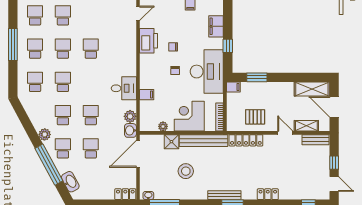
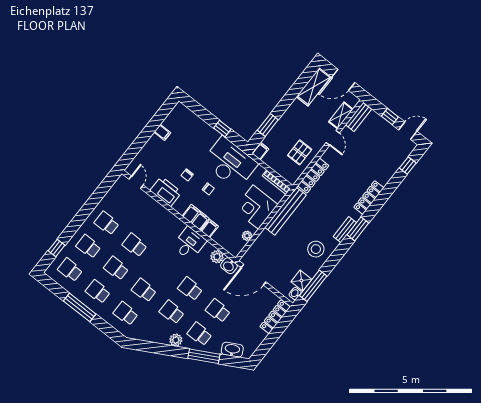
school desk: (91, 15) -> (107, 223), added
filing cabinet: (216, 26) -> (196, 217), moved, turned 180
door: (285, 133) -> (333, 138), swing flipped
shower: (171, 142) -> (301, 281), moved
door: (138, 154) -> (253, 275), hinge flipped
window: (49, 165) -> (204, 356), width x0.68
stool: (186, 171) -> (316, 249), moved
locker: (125, 194) -> (275, 317), width x1.53
locker: (268, 194) -> (369, 198), width x1.53
bench: (224, 195) -> (345, 230), width x0.73

